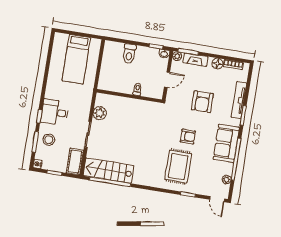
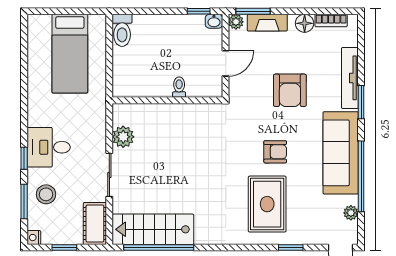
toilet: (129, 54) -> (122, 30), moved
sofa: (226, 143) -> (341, 153), width x1.36

